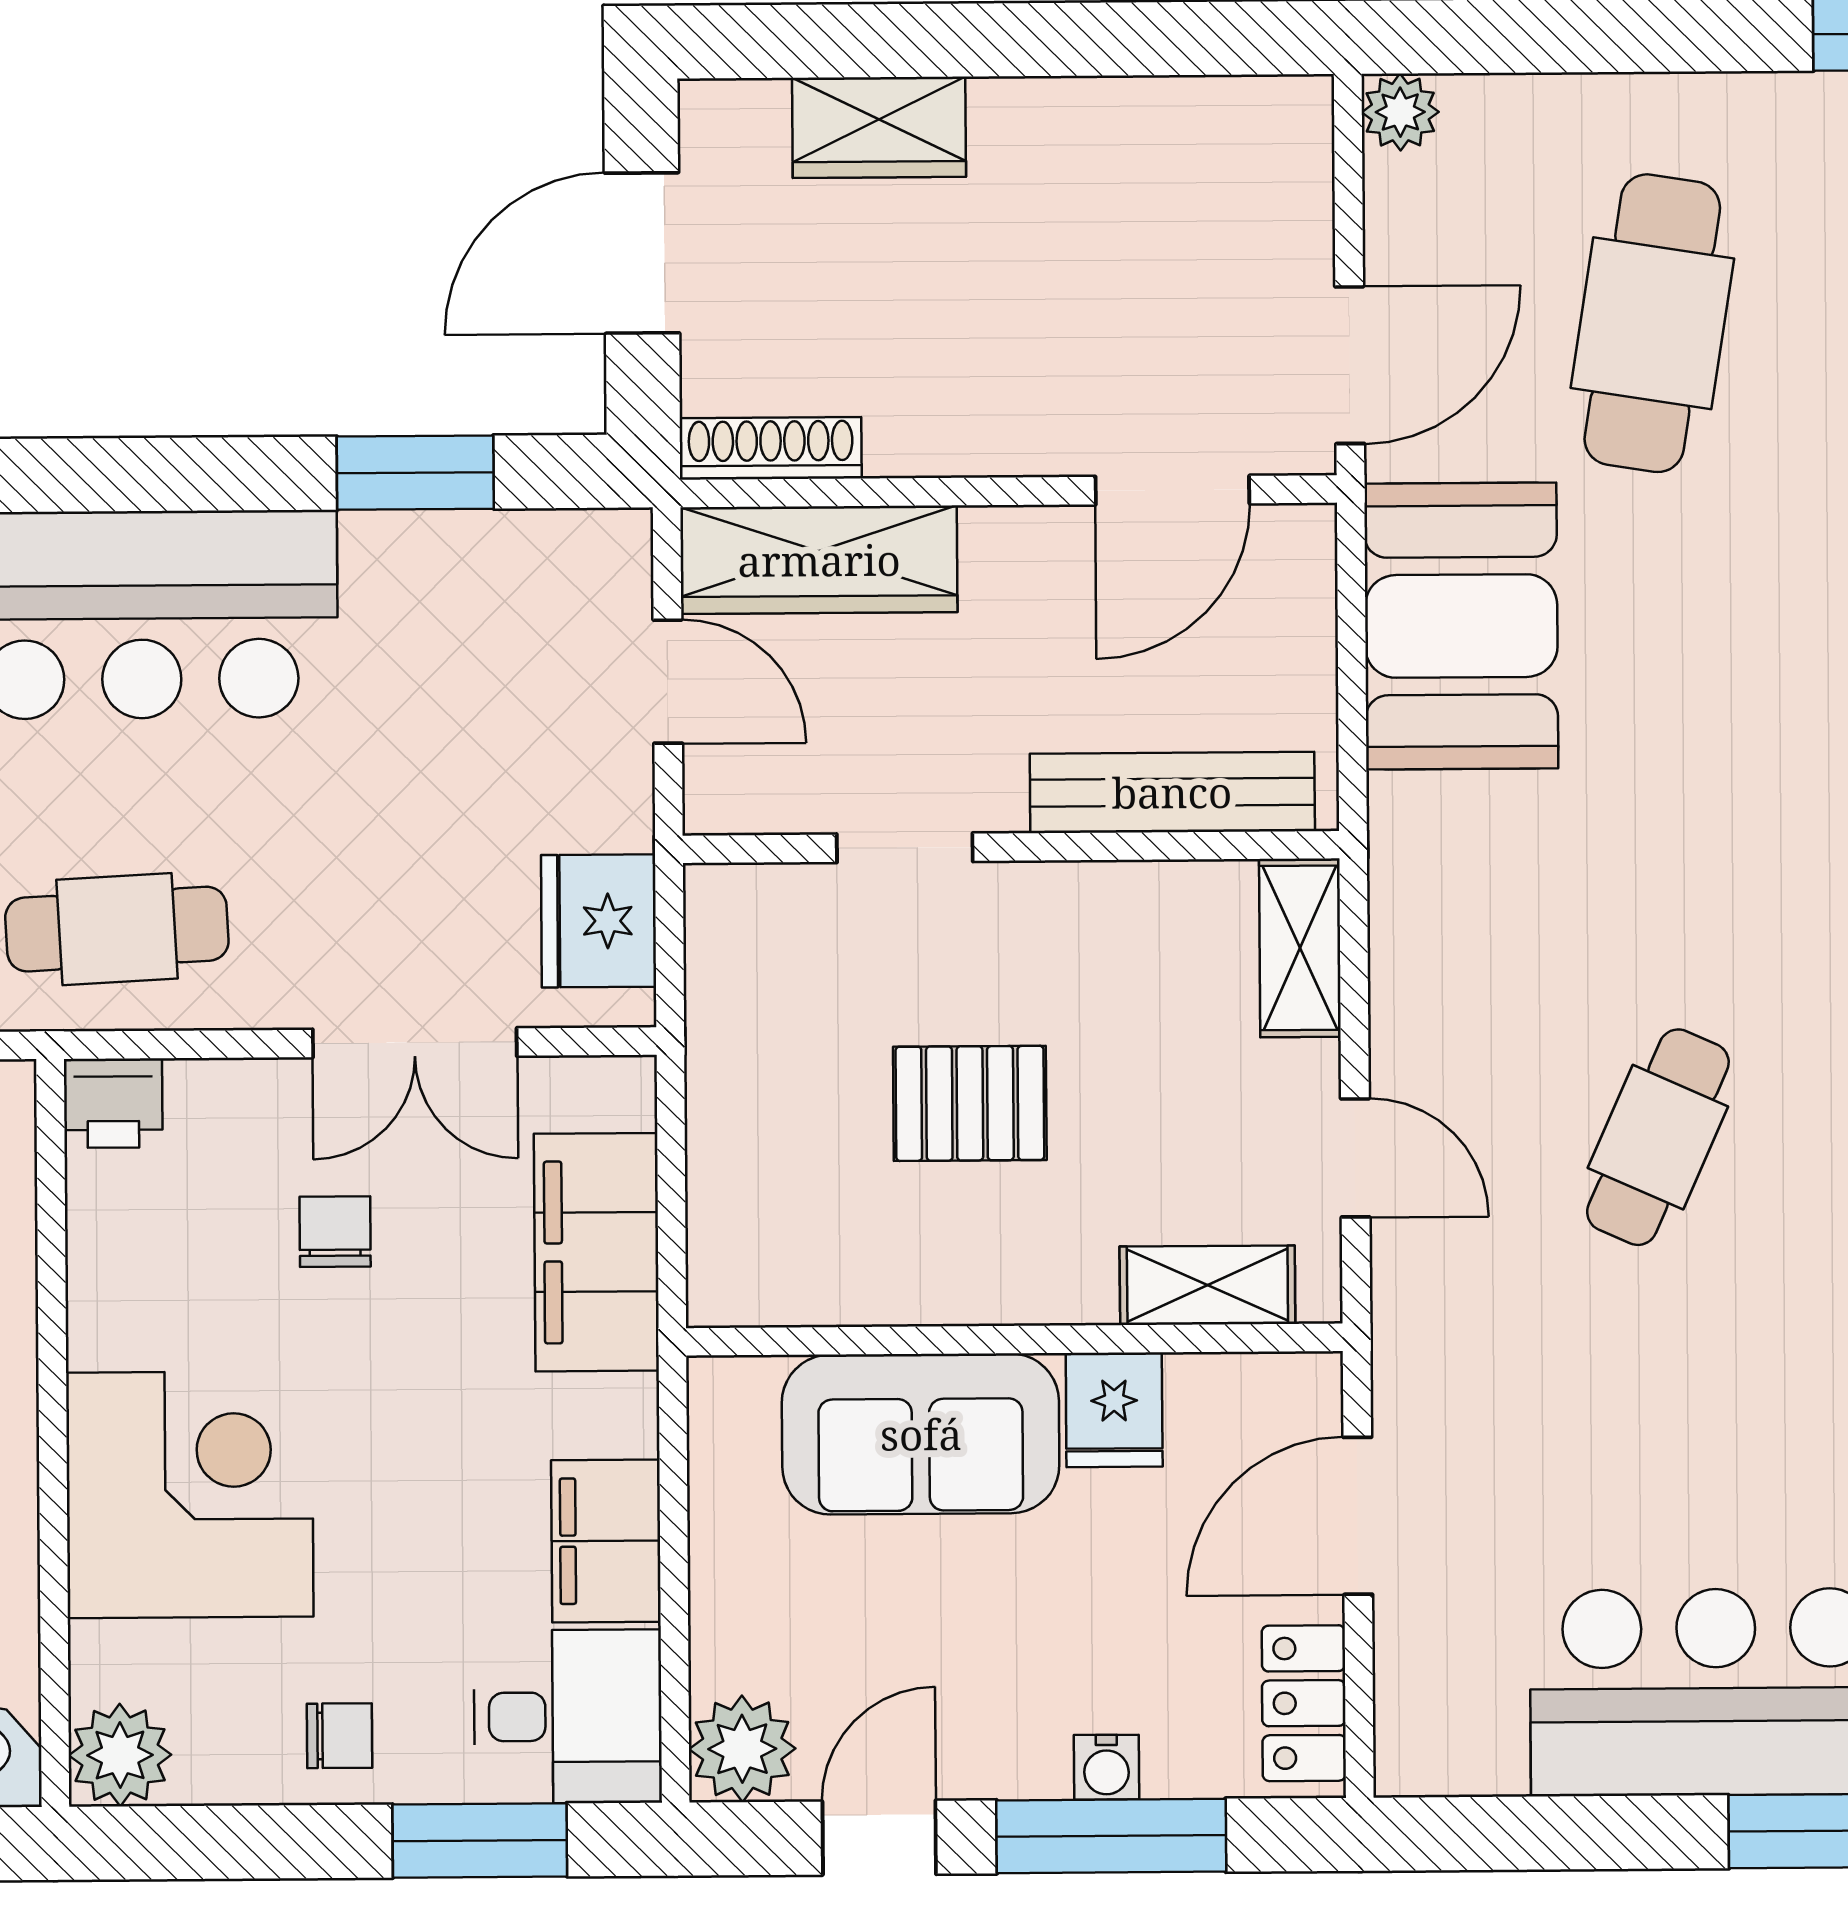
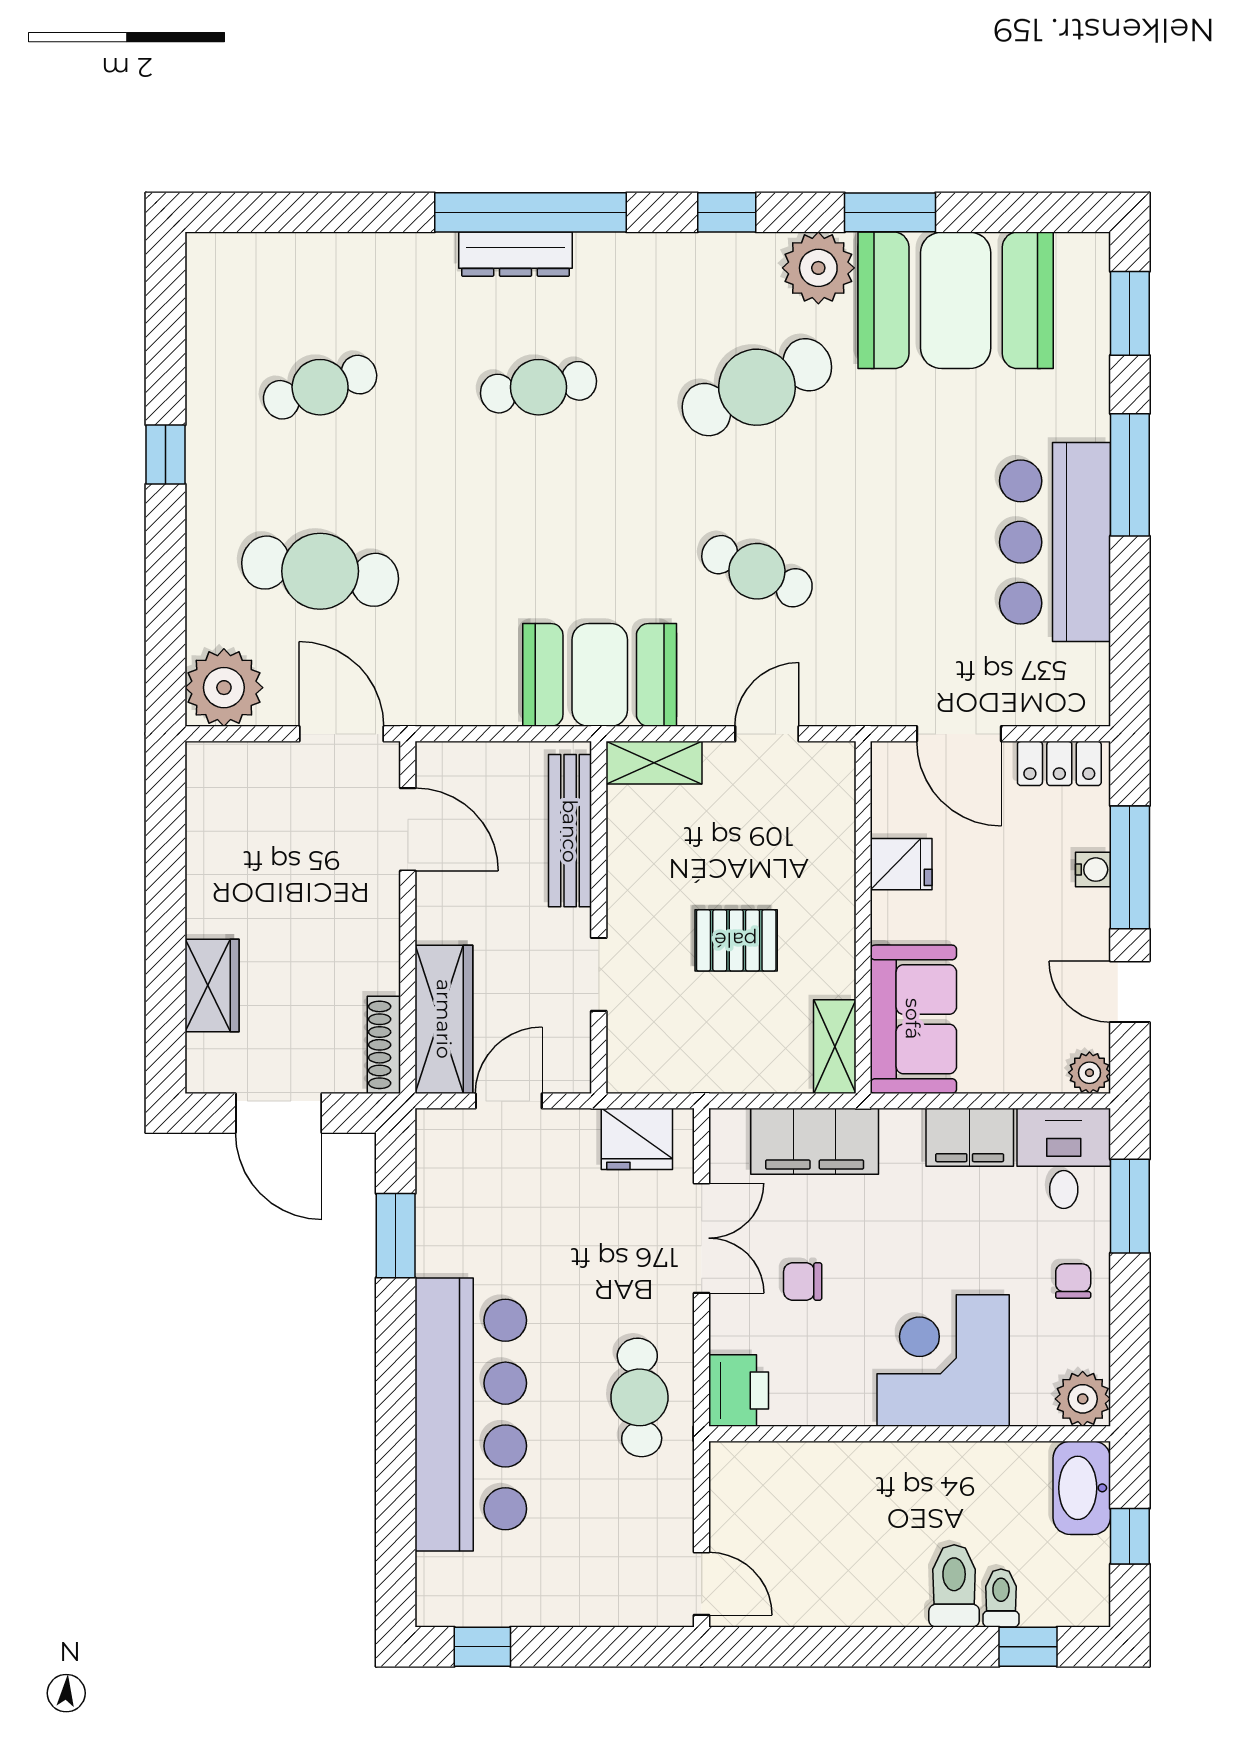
plant: (1400, 112) -> (224, 688), width x1.87, depth x1.87
booth: (1461, 626) -> (600, 675), moved
printer: (113, 1103) -> (739, 1390), width x1.36, depth x1.24
pallet: (970, 1103) -> (736, 940), turned 90
shelving: (1207, 1285) -> (835, 1047), moved
sofa: (921, 1434) -> (913, 1019), moved
plant: (742, 1749) -> (1089, 1073), width x0.73, depth x0.73

